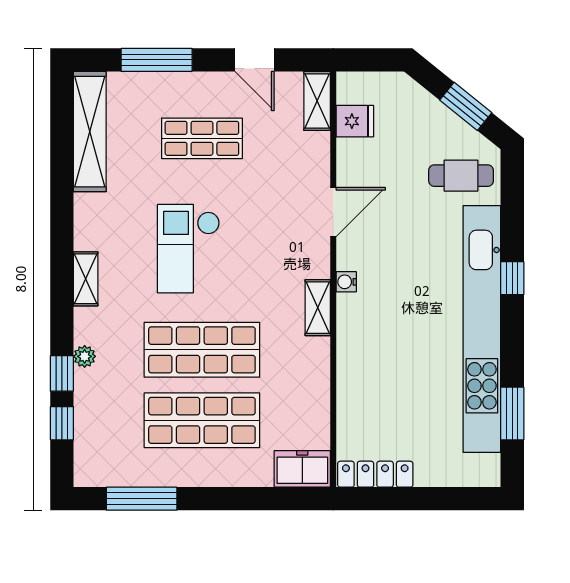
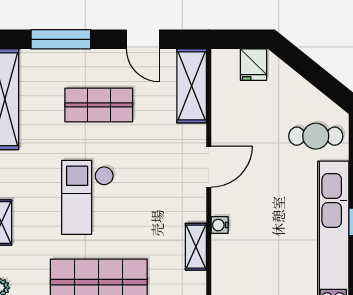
shelving: (317, 101) -> (192, 86), width x1.50, depth x1.33
window: (466, 106) -> (320, 78), removed
fridge: (355, 121) -> (253, 65), moved, turned 90

